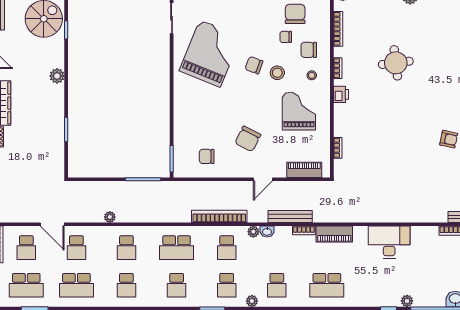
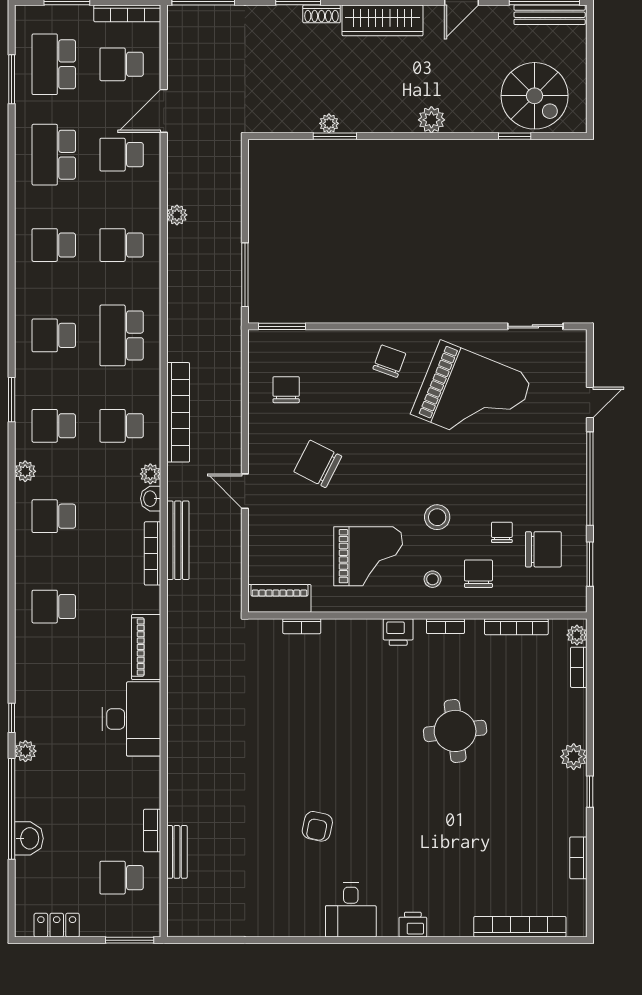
chair: (254, 65) -> (389, 361), moved
plant: (59, 133) -> (329, 123), added
piano: (304, 170) -> (279, 598), moved, turned -90
bookcase: (304, 230) -> (153, 553), width x1.56
piano: (334, 234) -> (146, 647), moved
school desk: (327, 285) -> (54, 607), width x0.54

